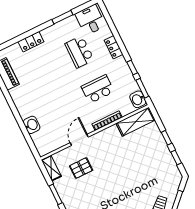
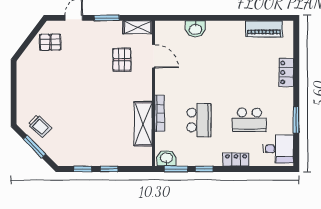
school desk: (79, 52) -> (249, 120), turned 180
shelving: (136, 122) -> (143, 124), moved
door: (79, 140) -> (154, 56), moved

